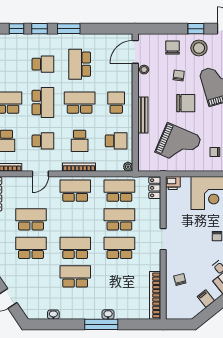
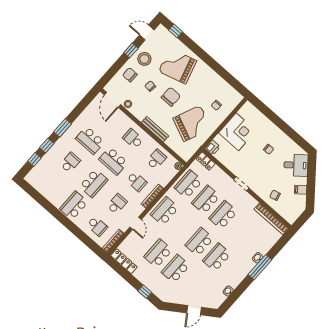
school desk: (43, 103) -> (94, 183), turned 90
school desk: (80, 103) -> (113, 161), turned -90

